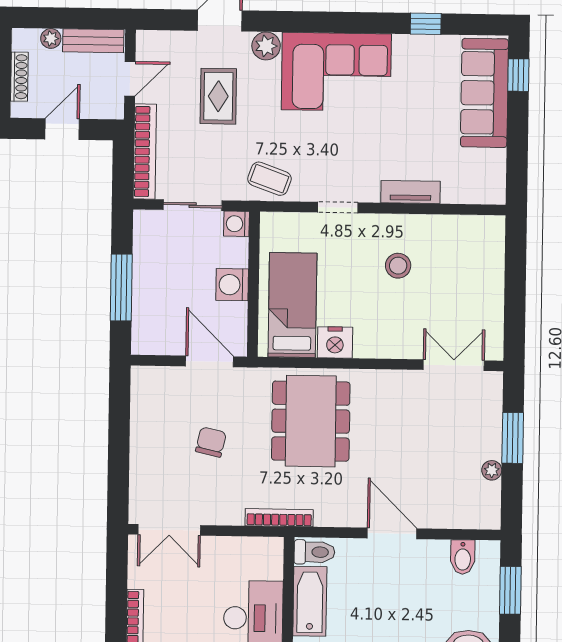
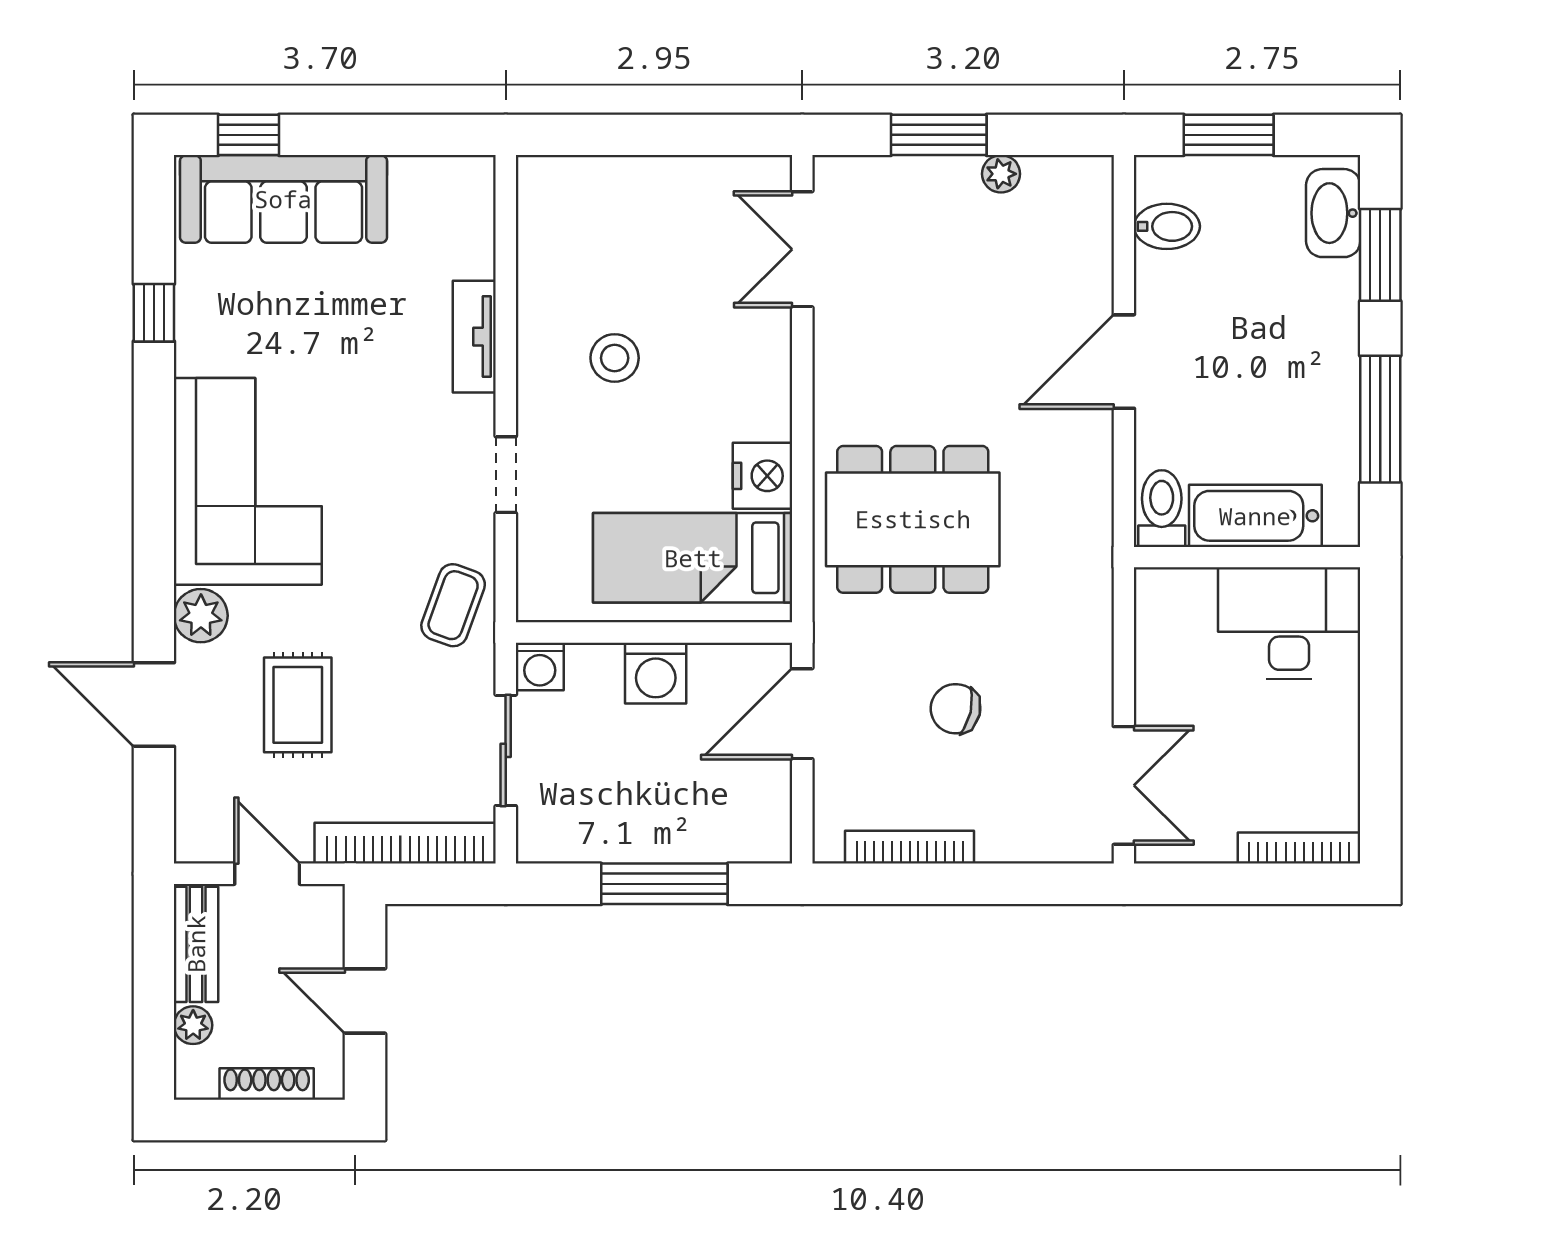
rug: (218, 96) -> (298, 705), turned 90
bookcase: (279, 518) -> (910, 847), moved, turned 90

